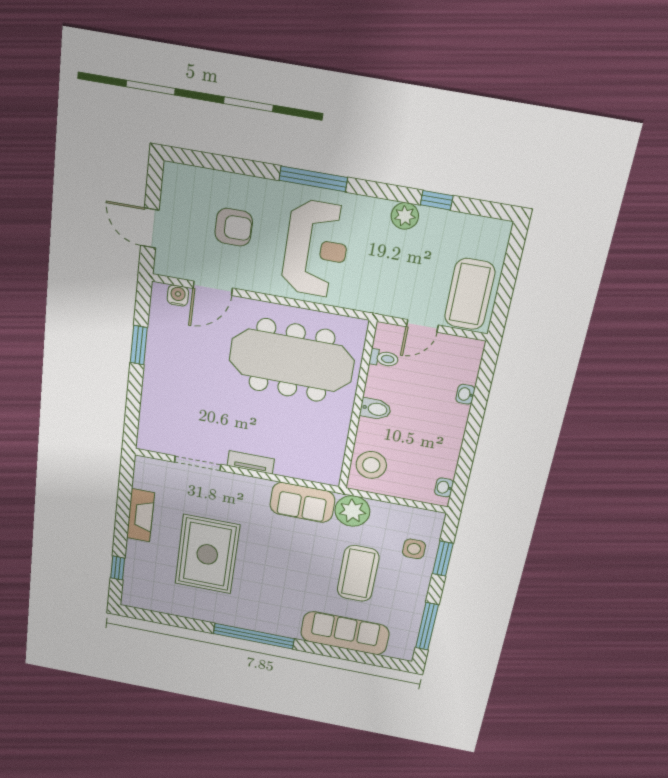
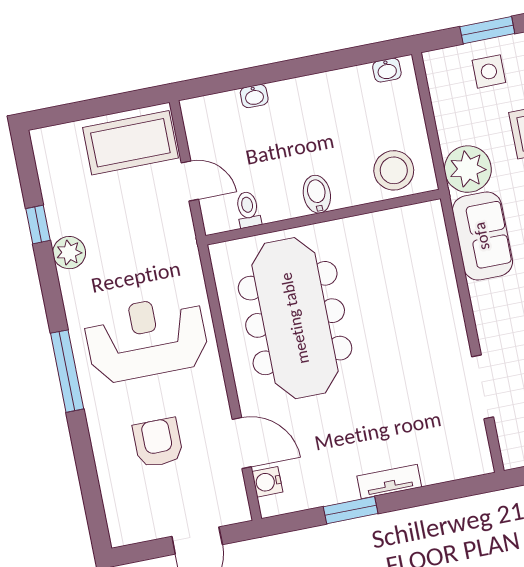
tv unit: (251, 462) -> (389, 482), moved, turned 90

